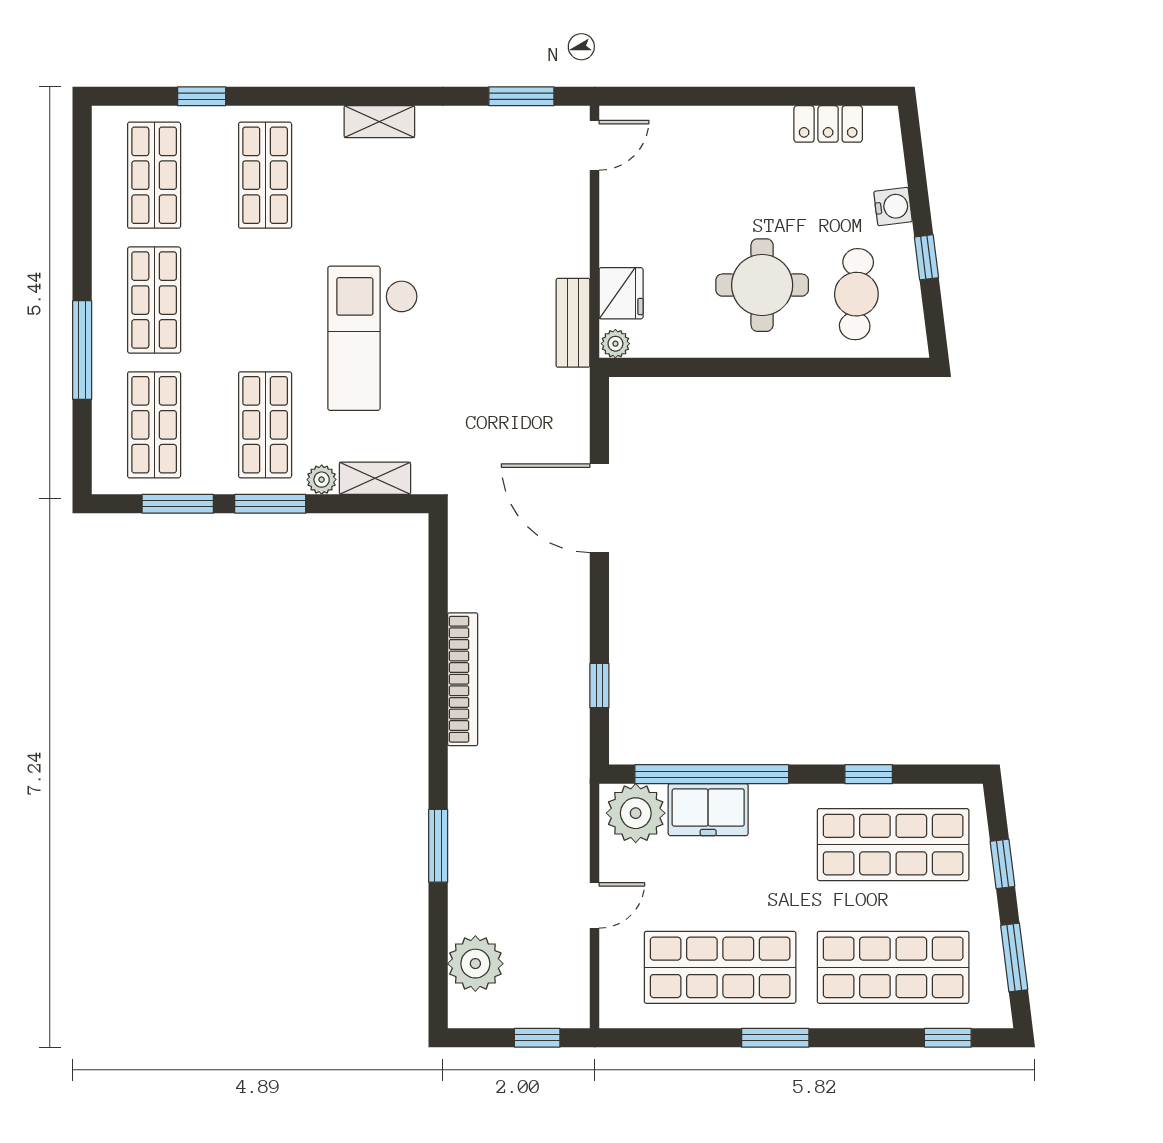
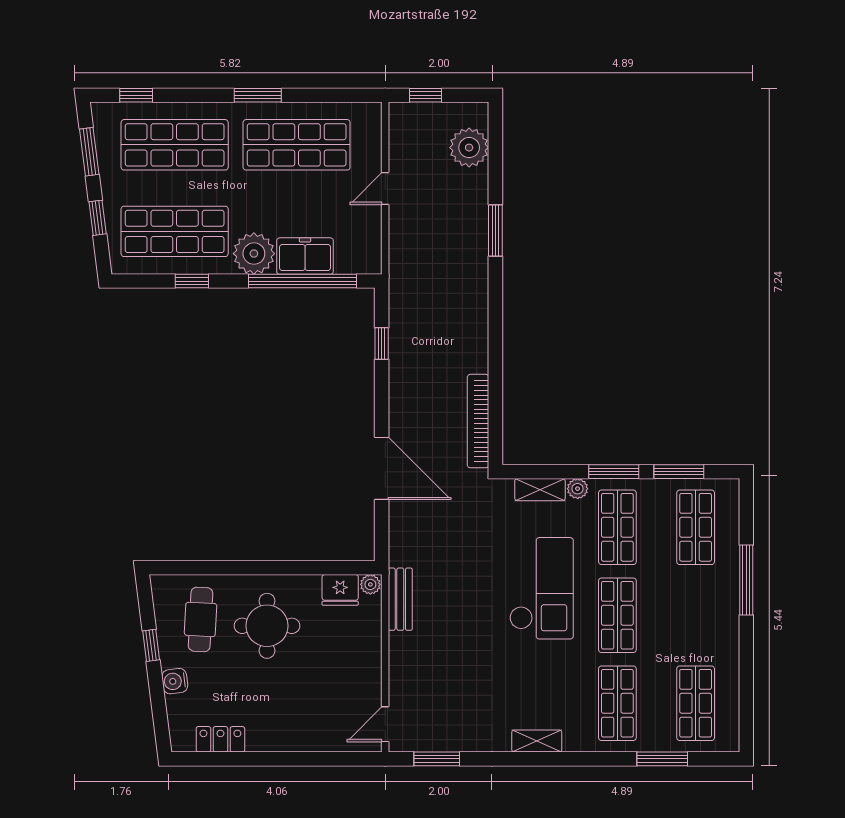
window: (202, 96) -> (662, 759), width x1.50
fridge: (621, 293) -> (340, 590), moved, turned -90
shop shelf: (154, 300) -> (617, 615), moved
bookcase: (463, 679) -> (478, 421), moved
plant: (636, 813) -> (254, 254), moved

